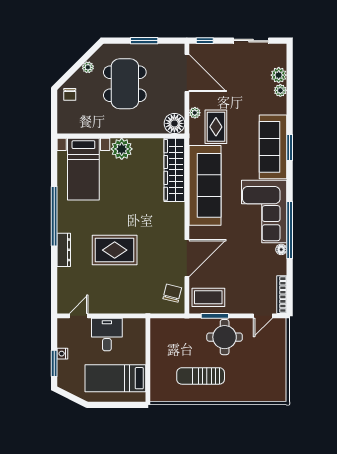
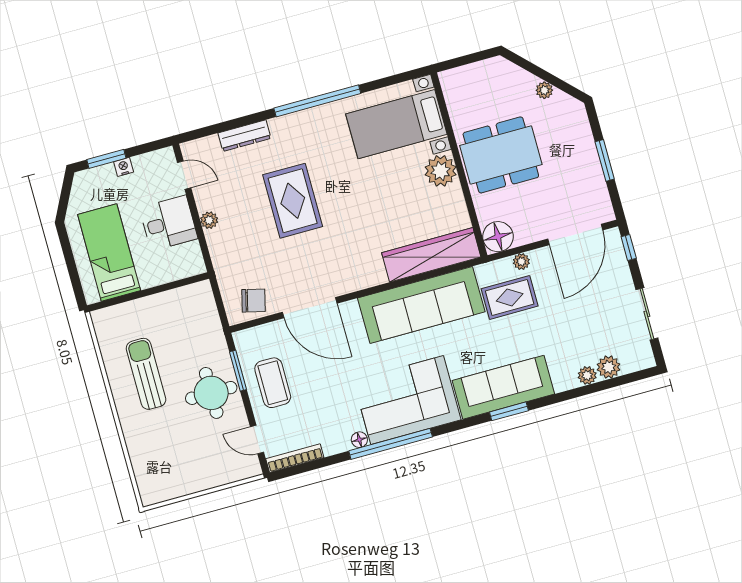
dining table: (125, 84) -> (501, 155), moved
chair: (70, 94) -> (498, 75), removed
dresser: (64, 250) -> (244, 136), moved
coffee table: (208, 297) -> (273, 383), moved
plant: (112, 308) -> (209, 220), added

